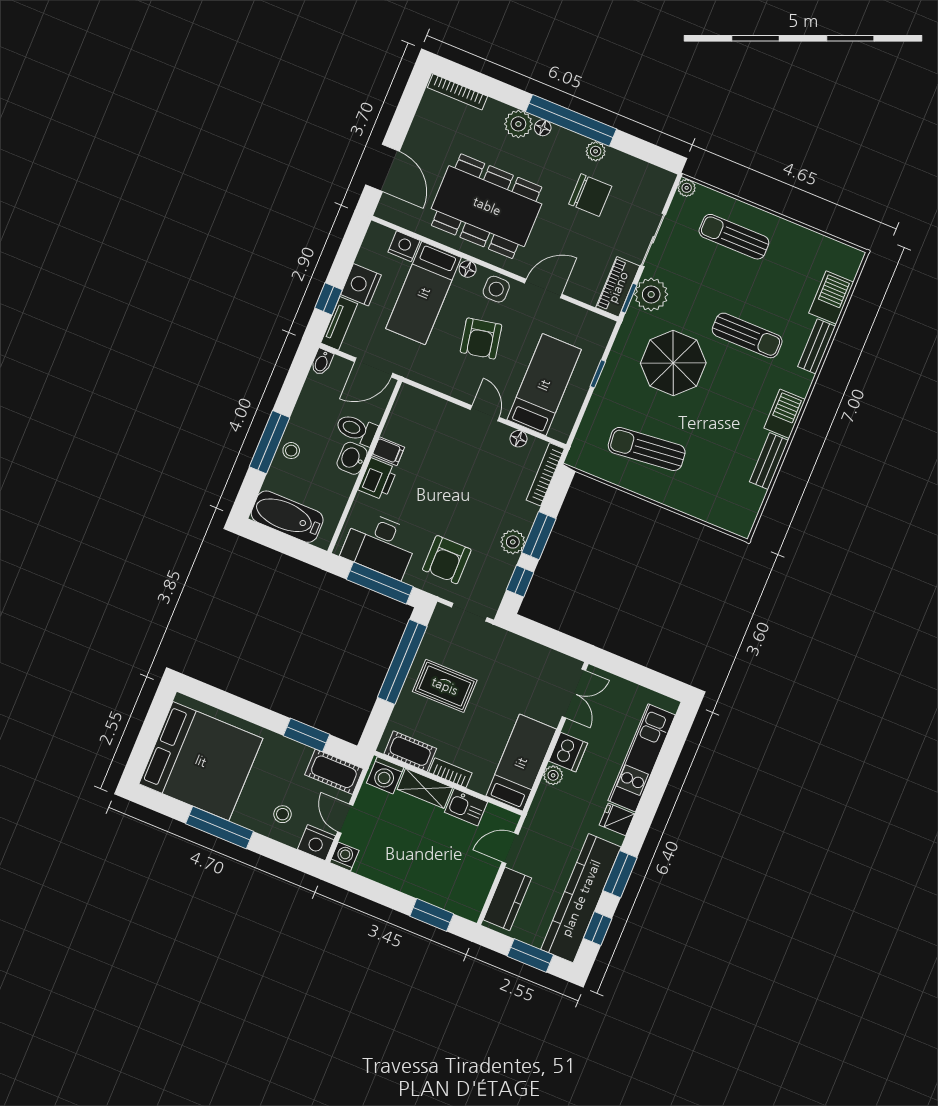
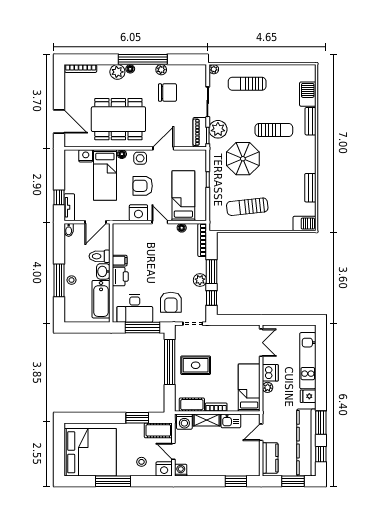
nightstand: (361, 285) -> (138, 213), moved, turned -90
armchair: (481, 338) -> (143, 186), turned 101
barbecue: (785, 414) -> (304, 224), moved, turned 90
bathtub: (287, 517) -> (101, 299), moved, turned -90

